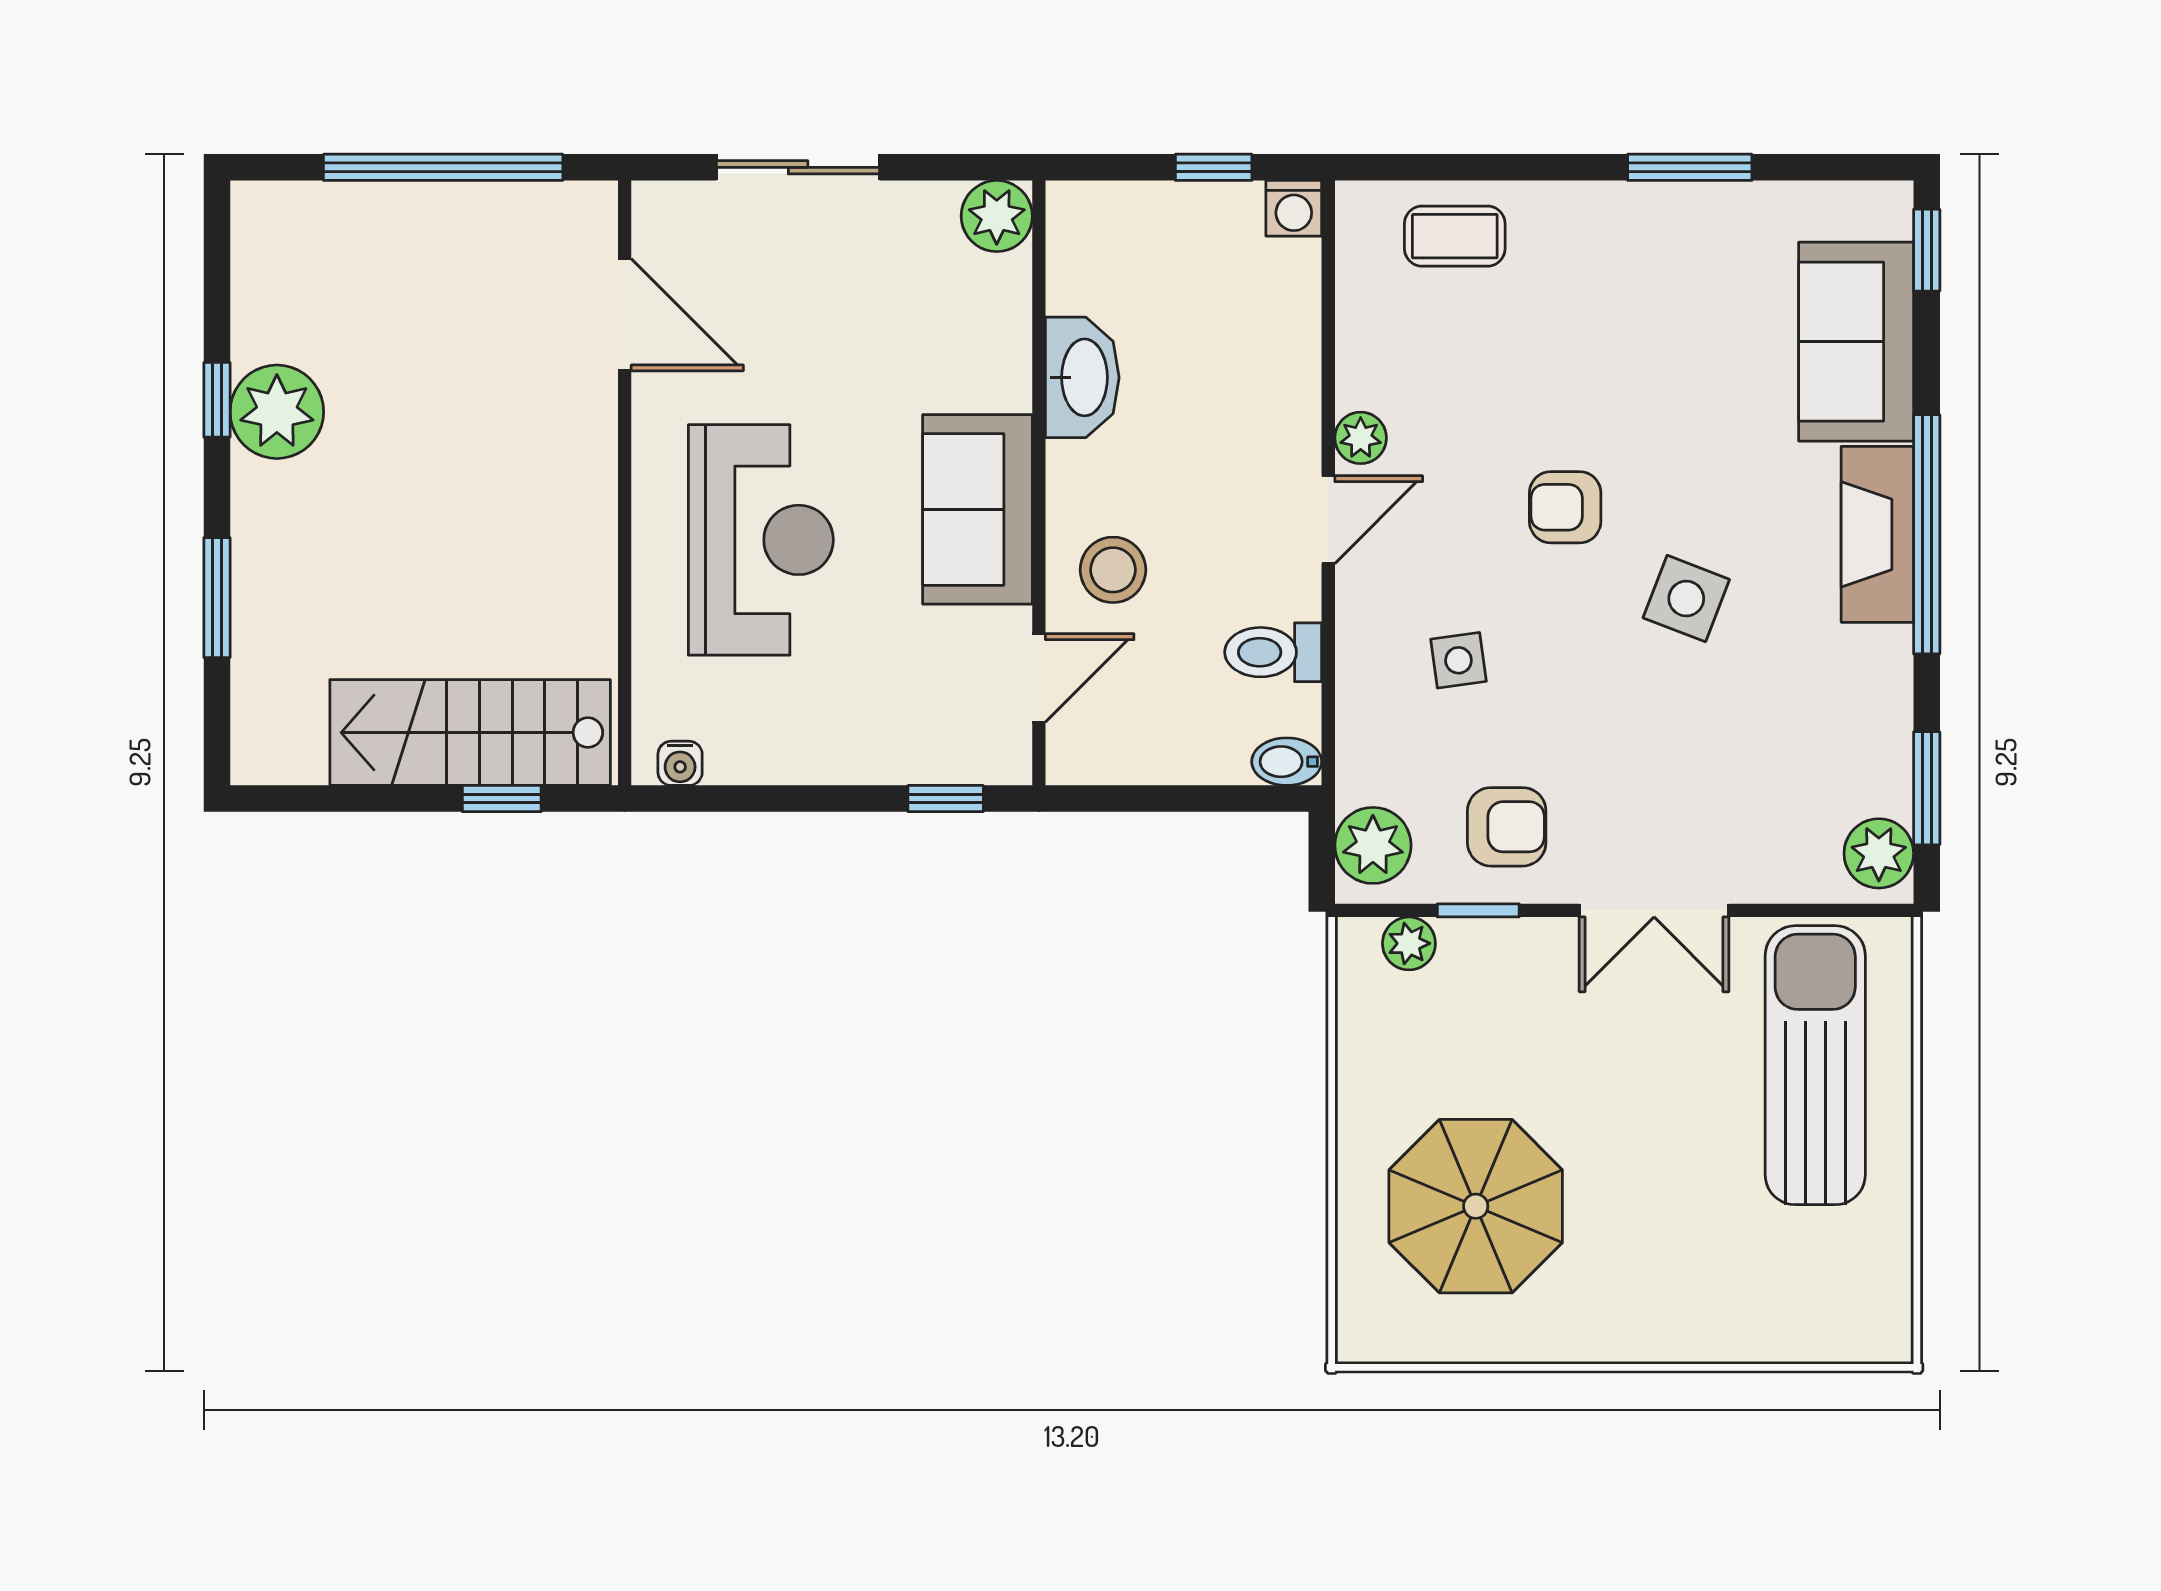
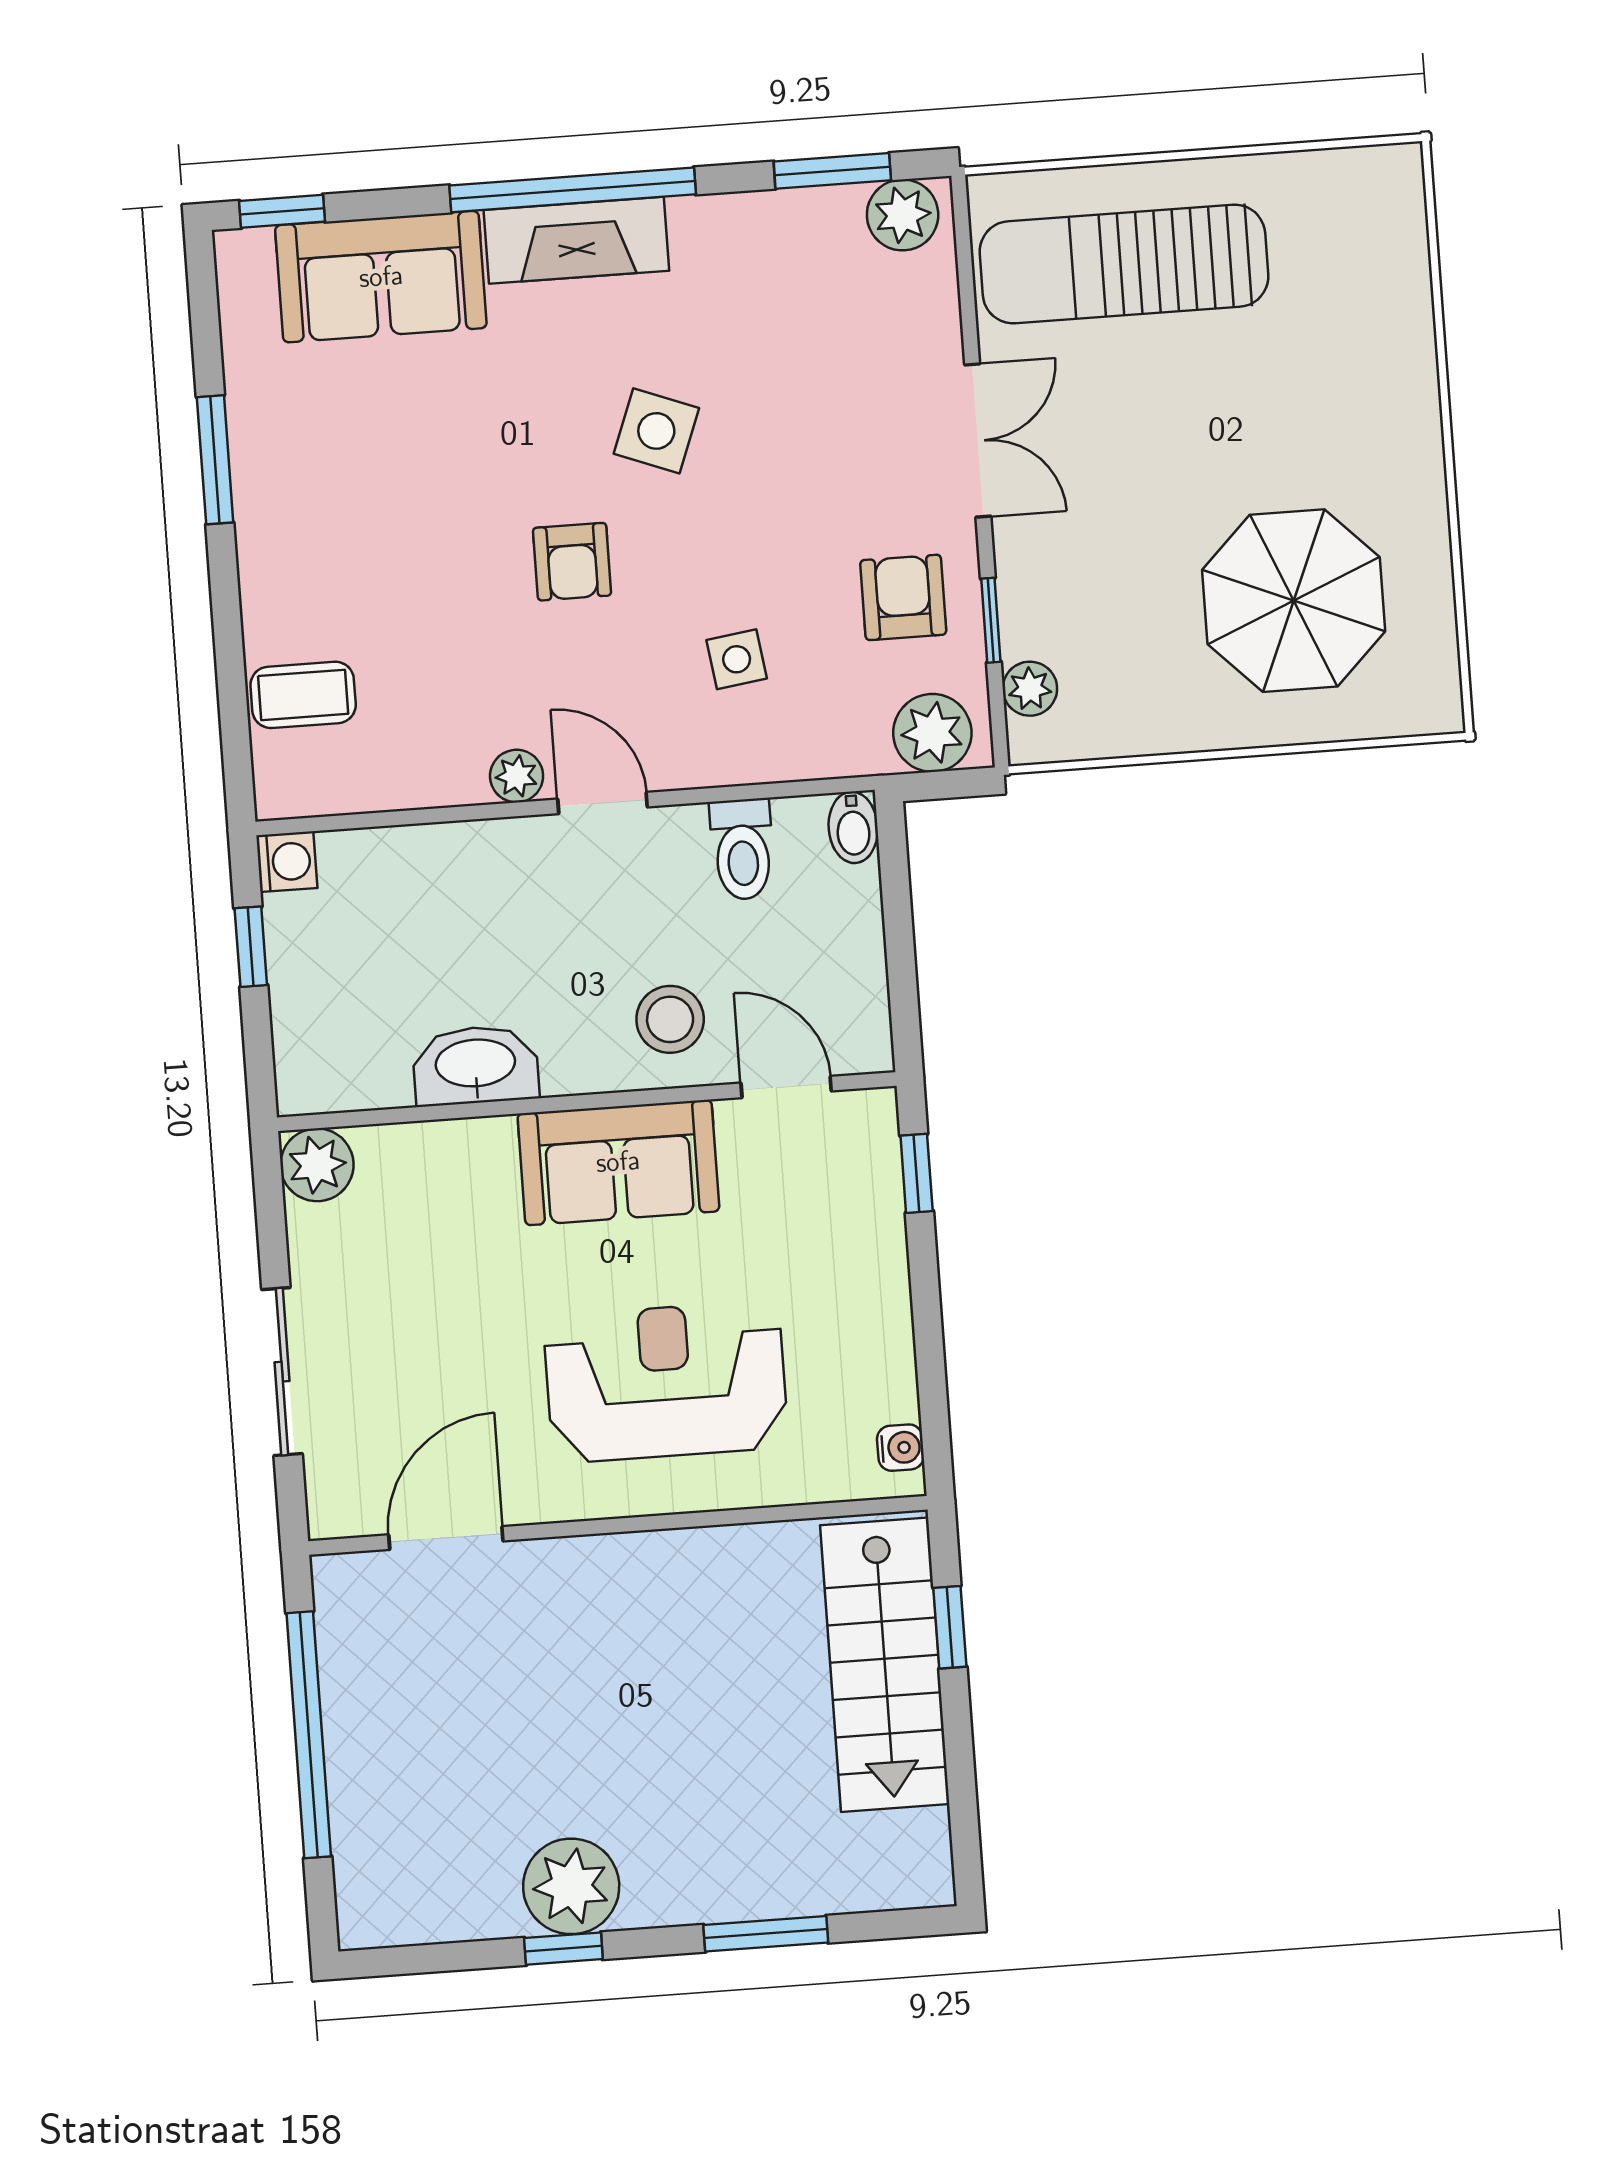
coffee table: (1455, 236) -> (303, 695), turned 90

